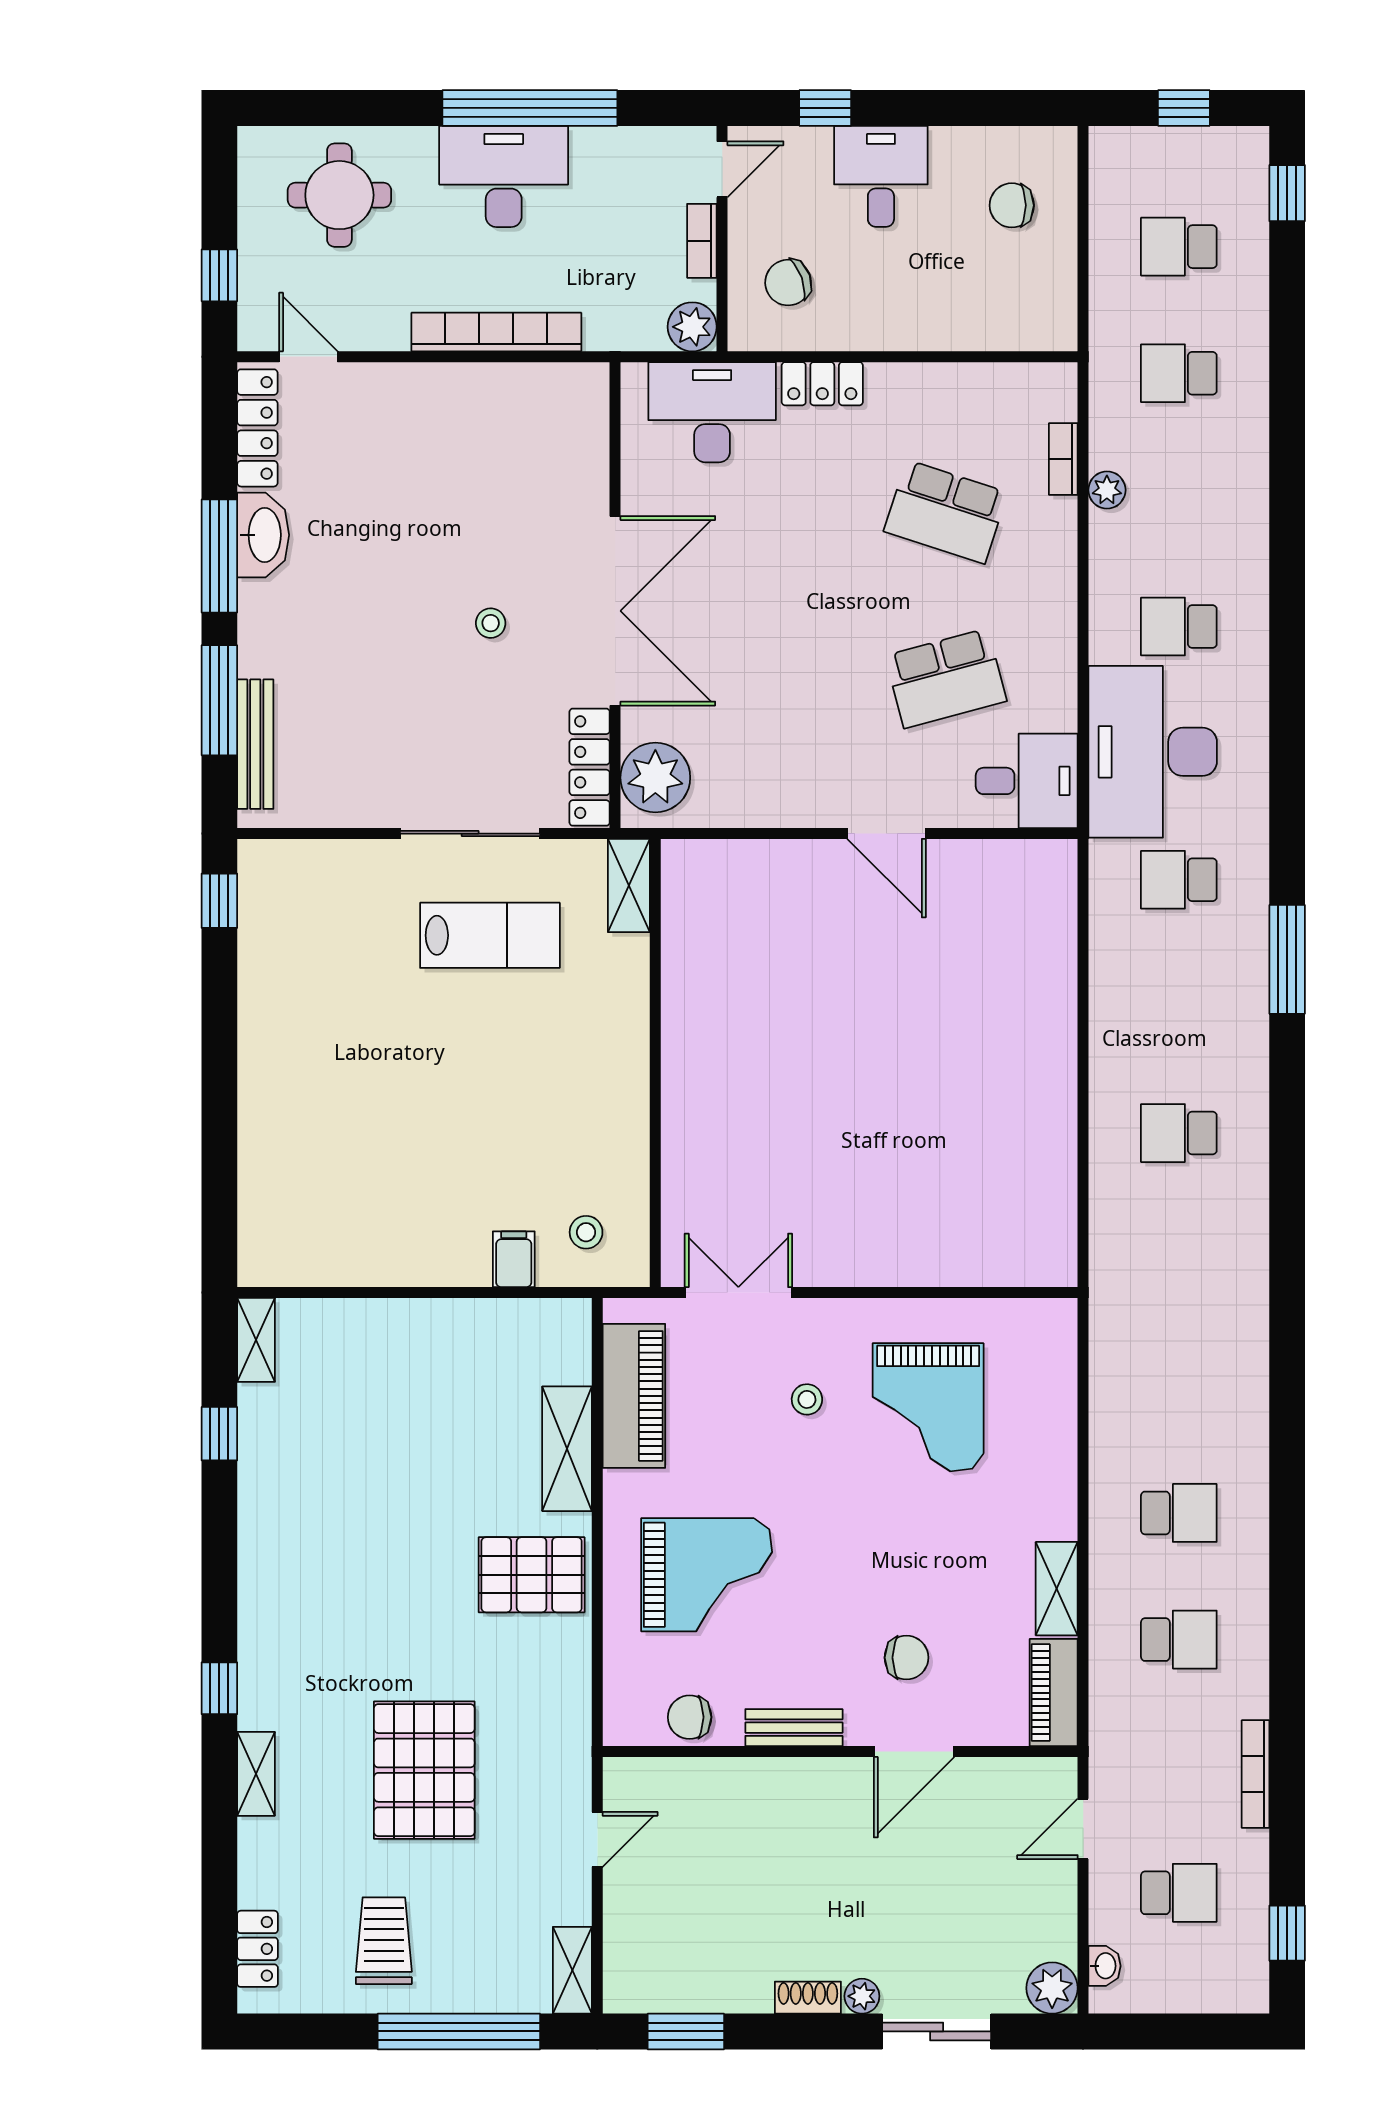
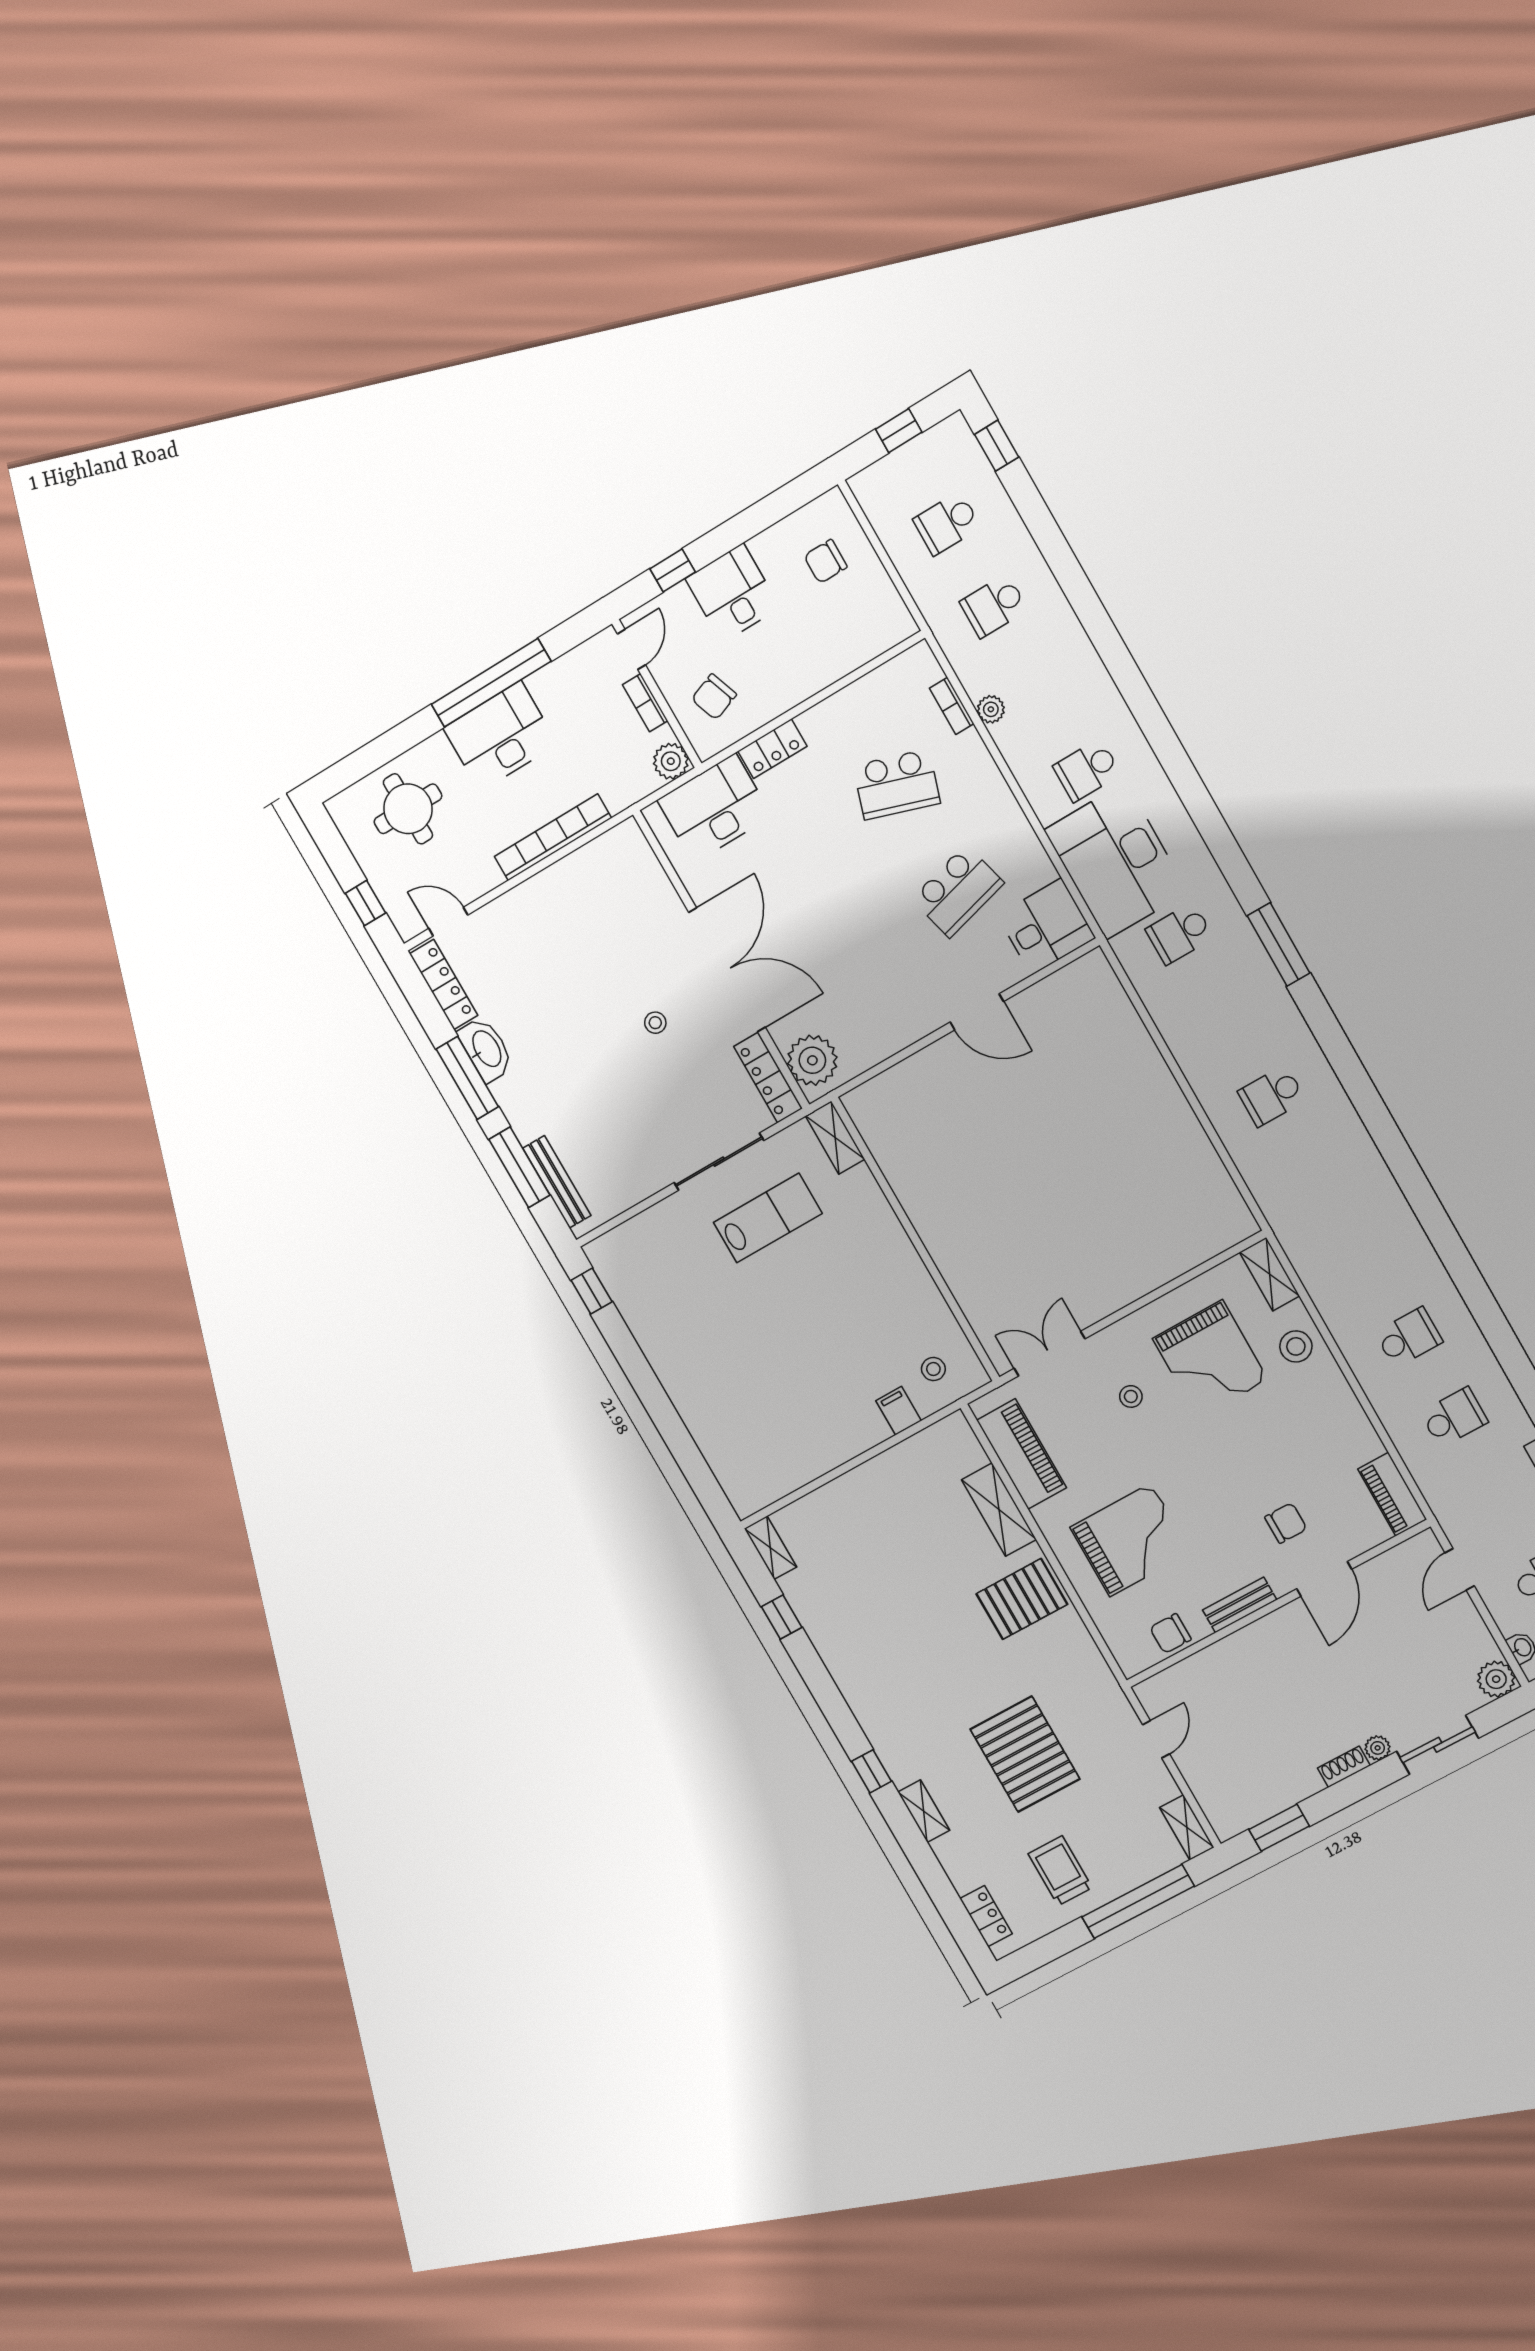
stool: (1039, 1449) -> (1296, 1346), added
shelving: (1057, 1589) -> (1270, 1274), moved

